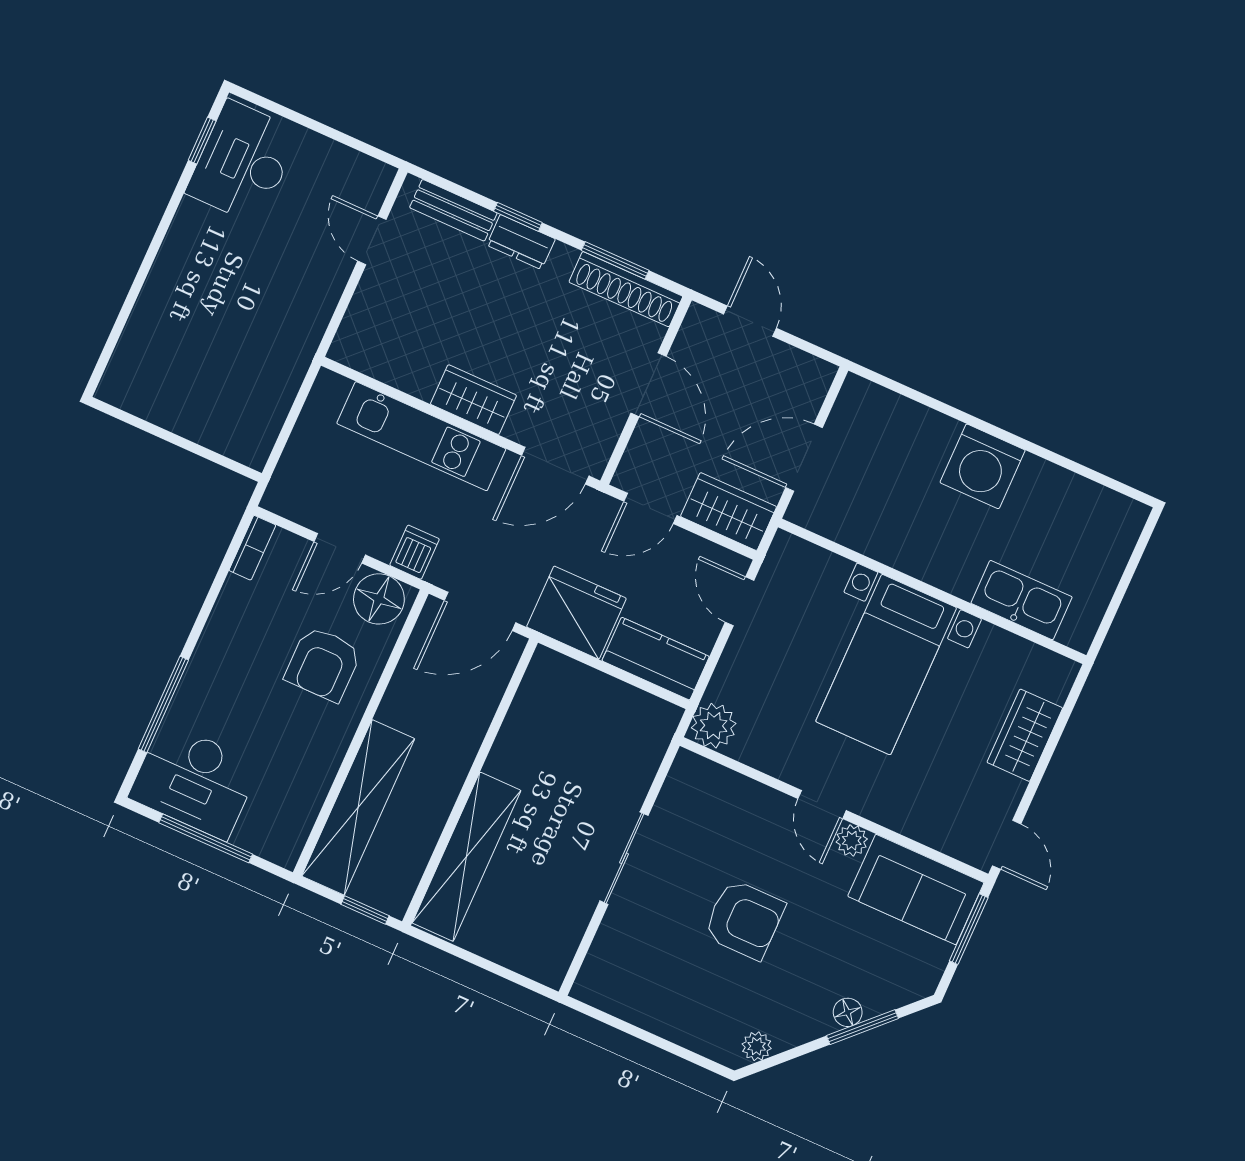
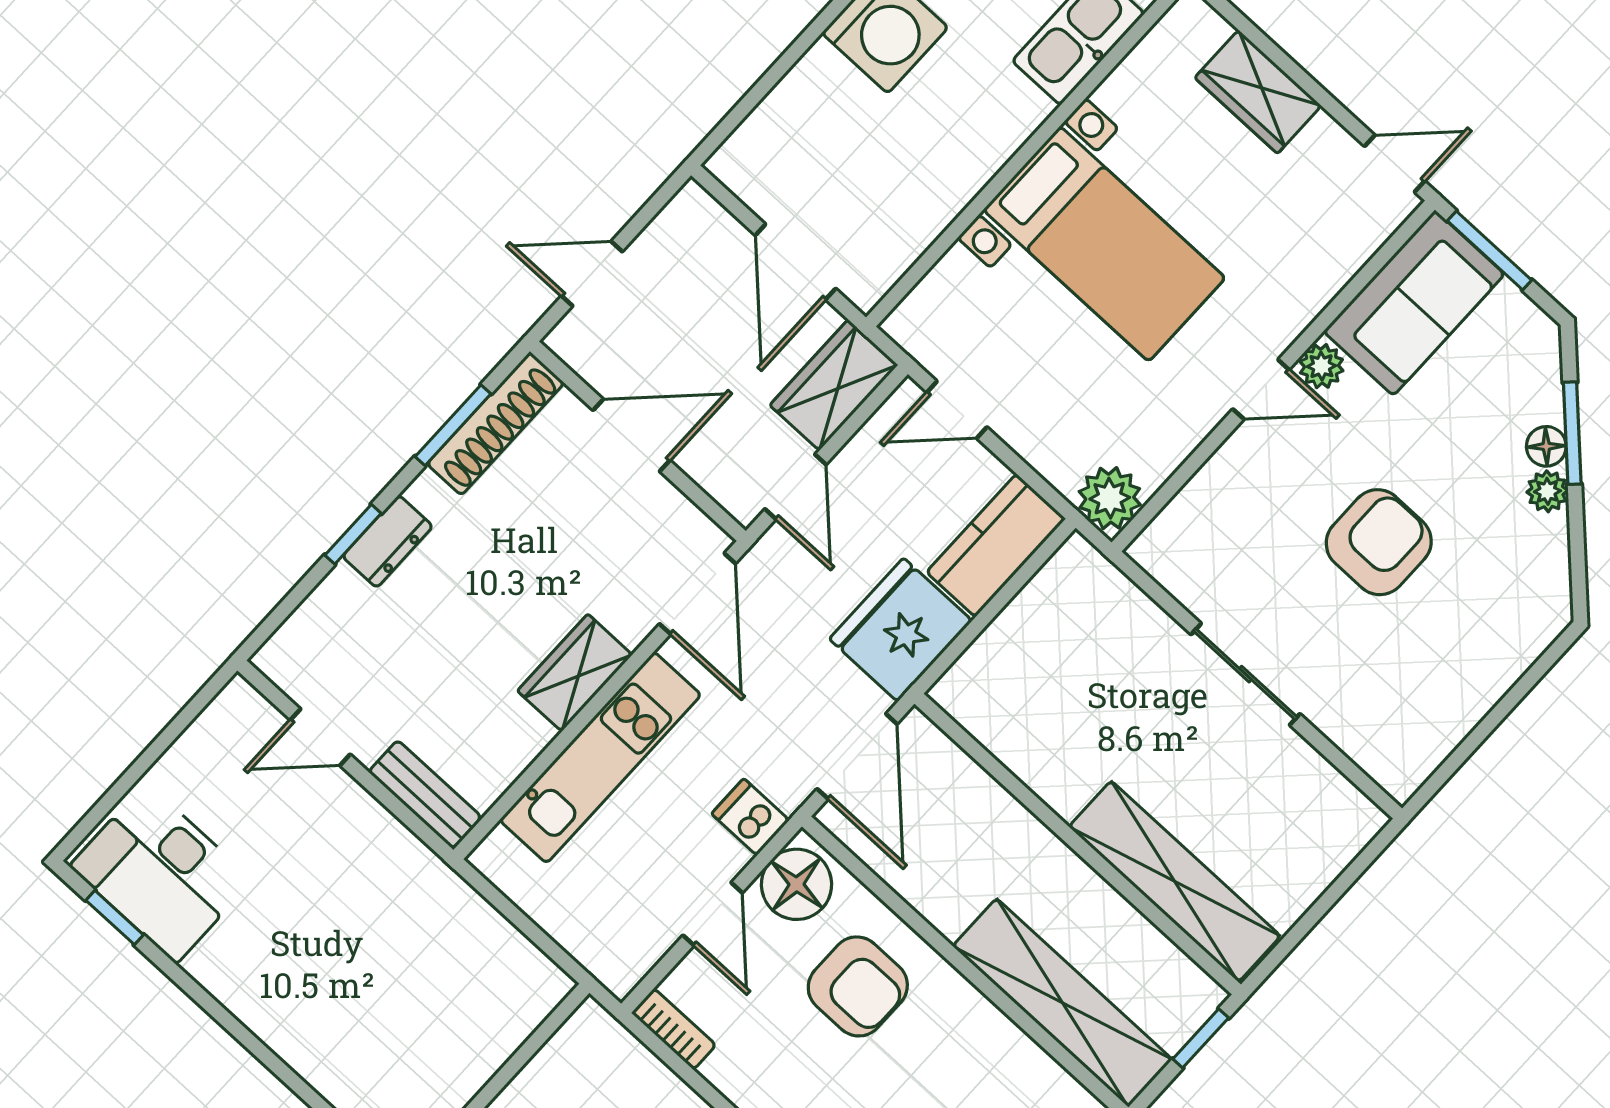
bench: (453, 210) -> (425, 794), moved, turned 90
plant: (757, 1046) -> (1547, 491), moved

